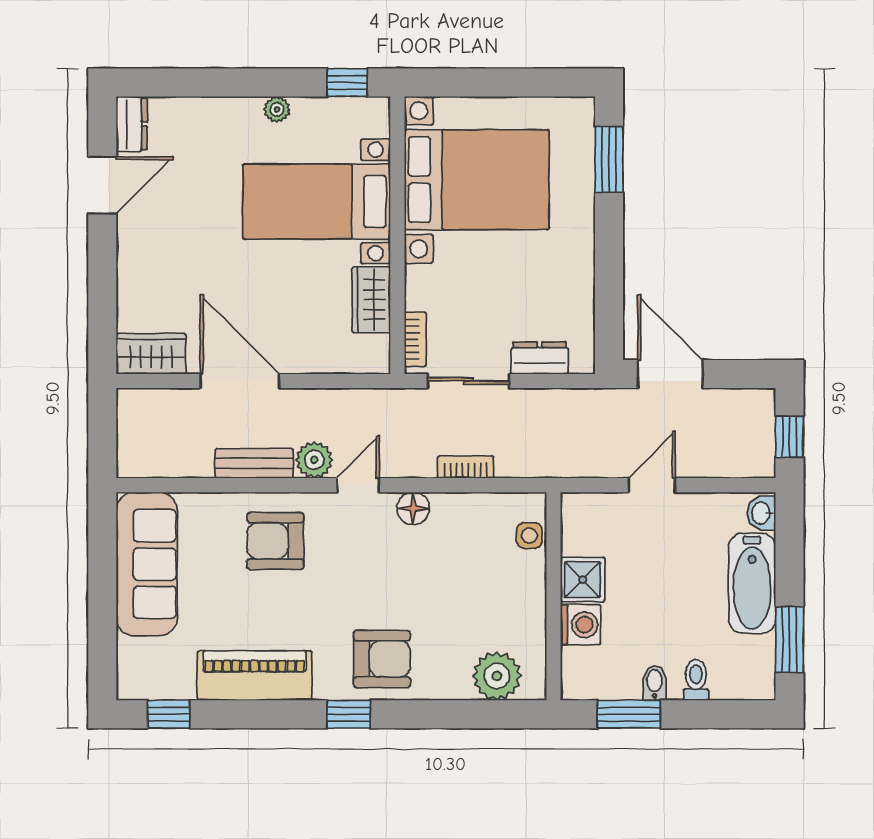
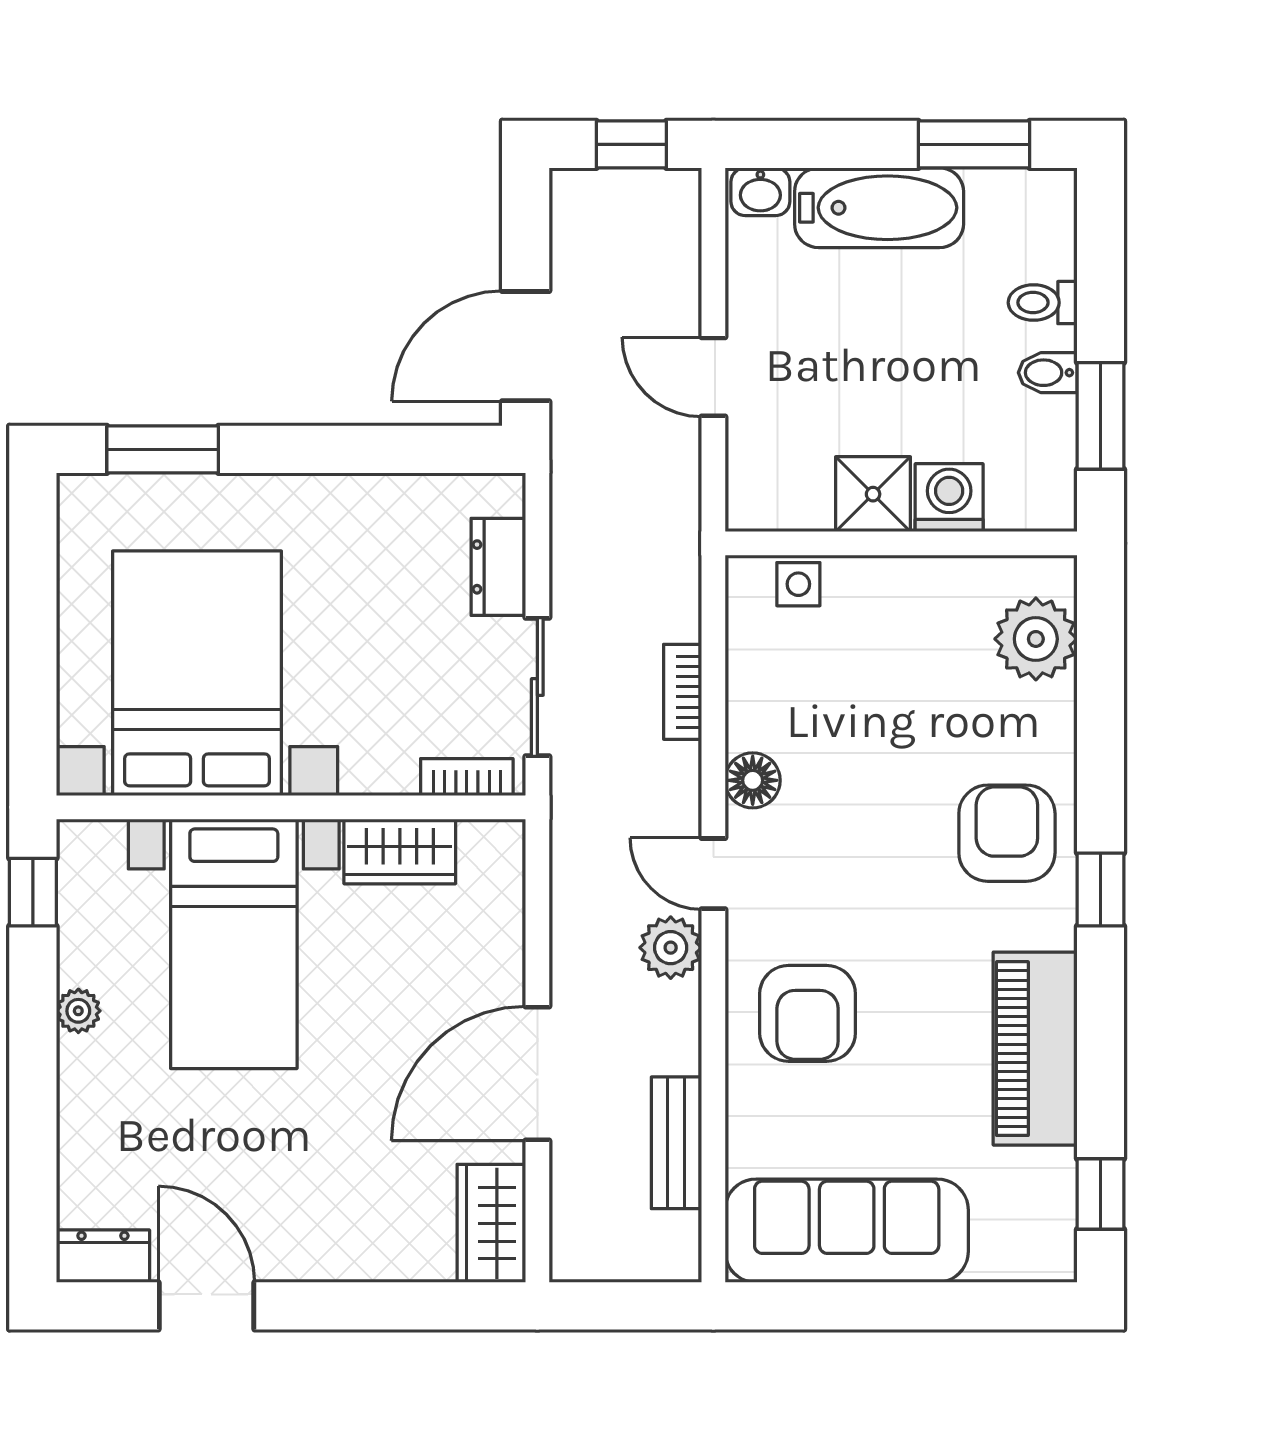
bench: (254, 463) -> (676, 1143), moved

